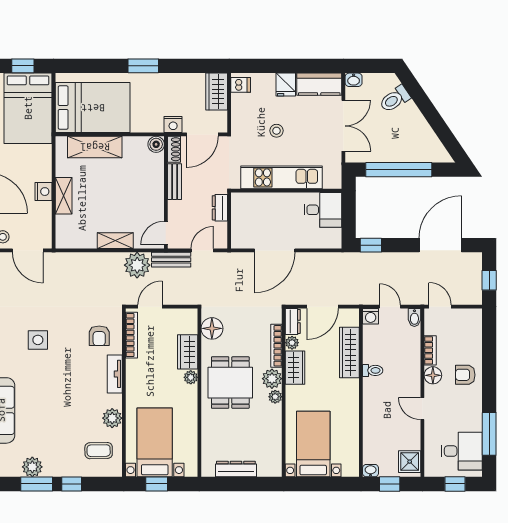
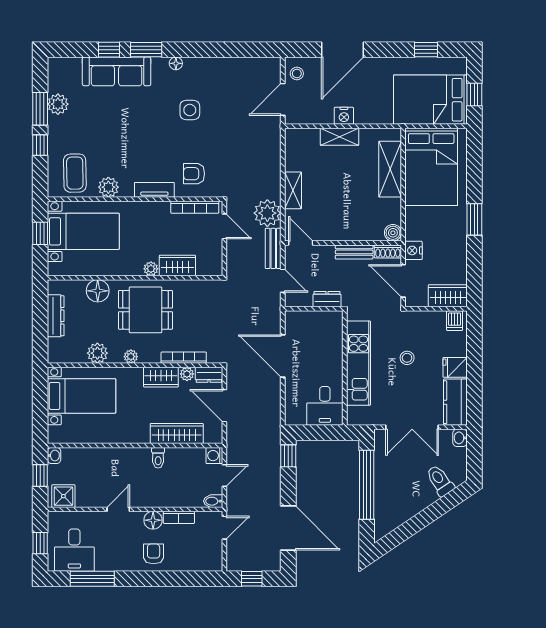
floor lamp: (212, 328) -> (98, 291), moved
plant: (272, 379) -> (97, 353), moved
coffee table: (99, 451) -> (75, 173), width x1.36, depth x1.30

